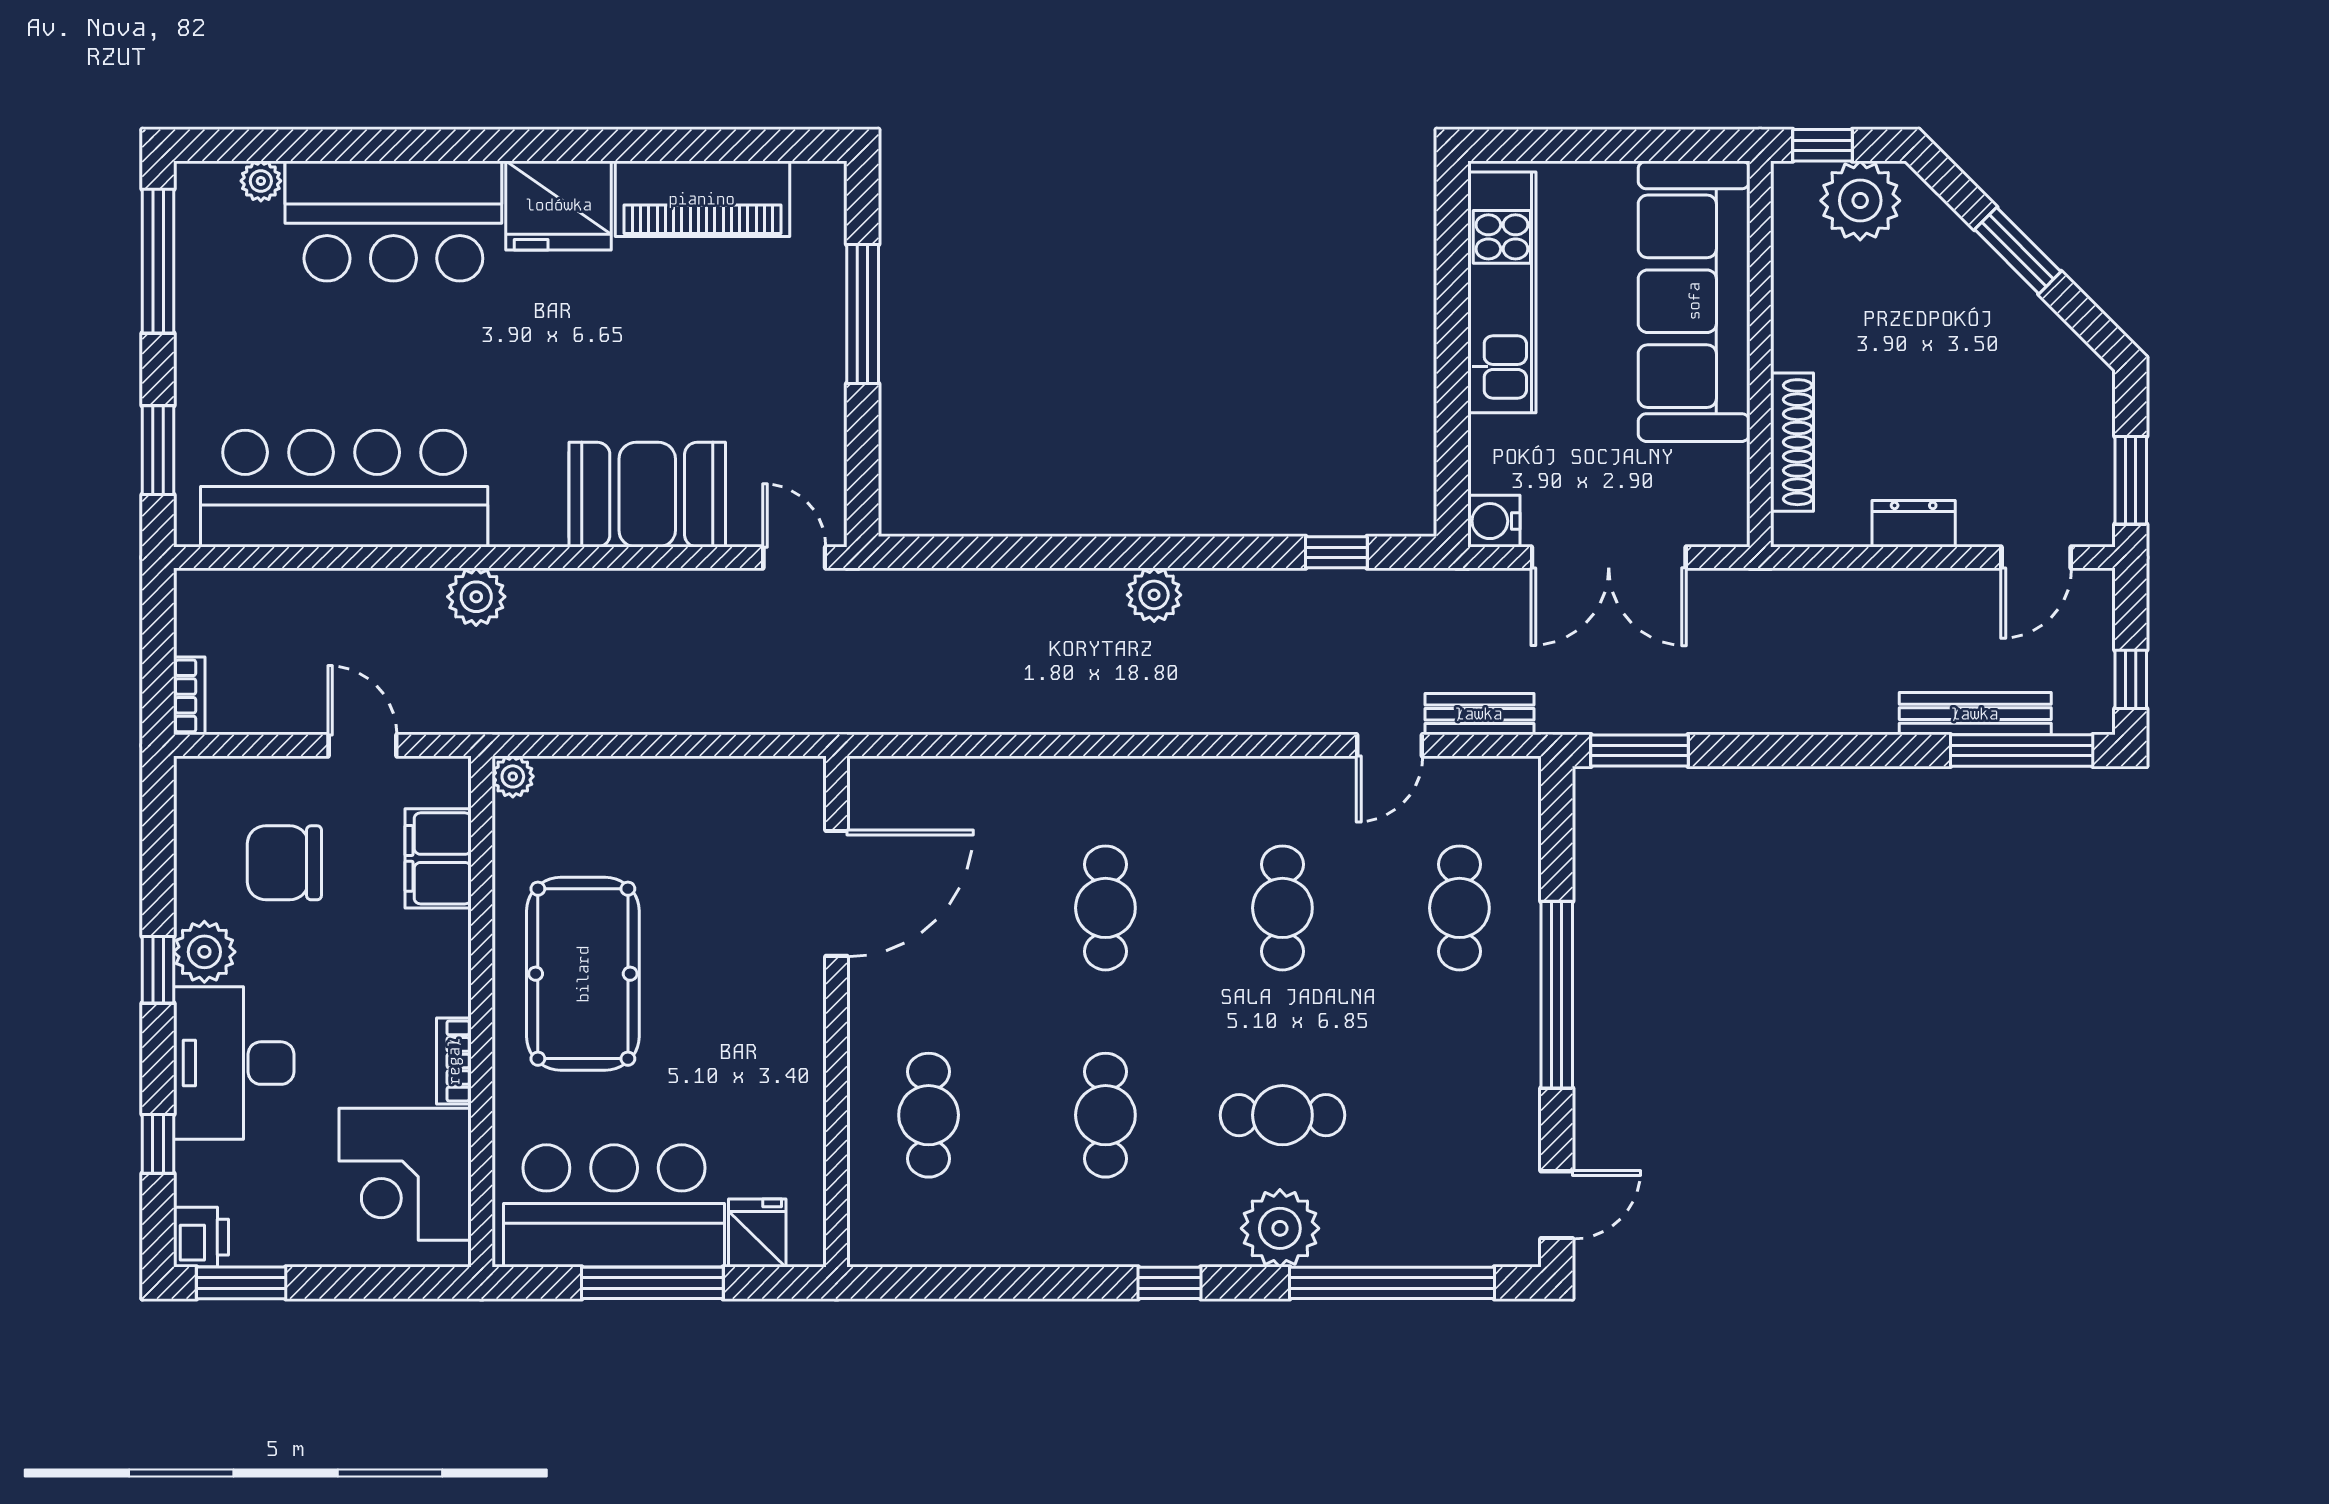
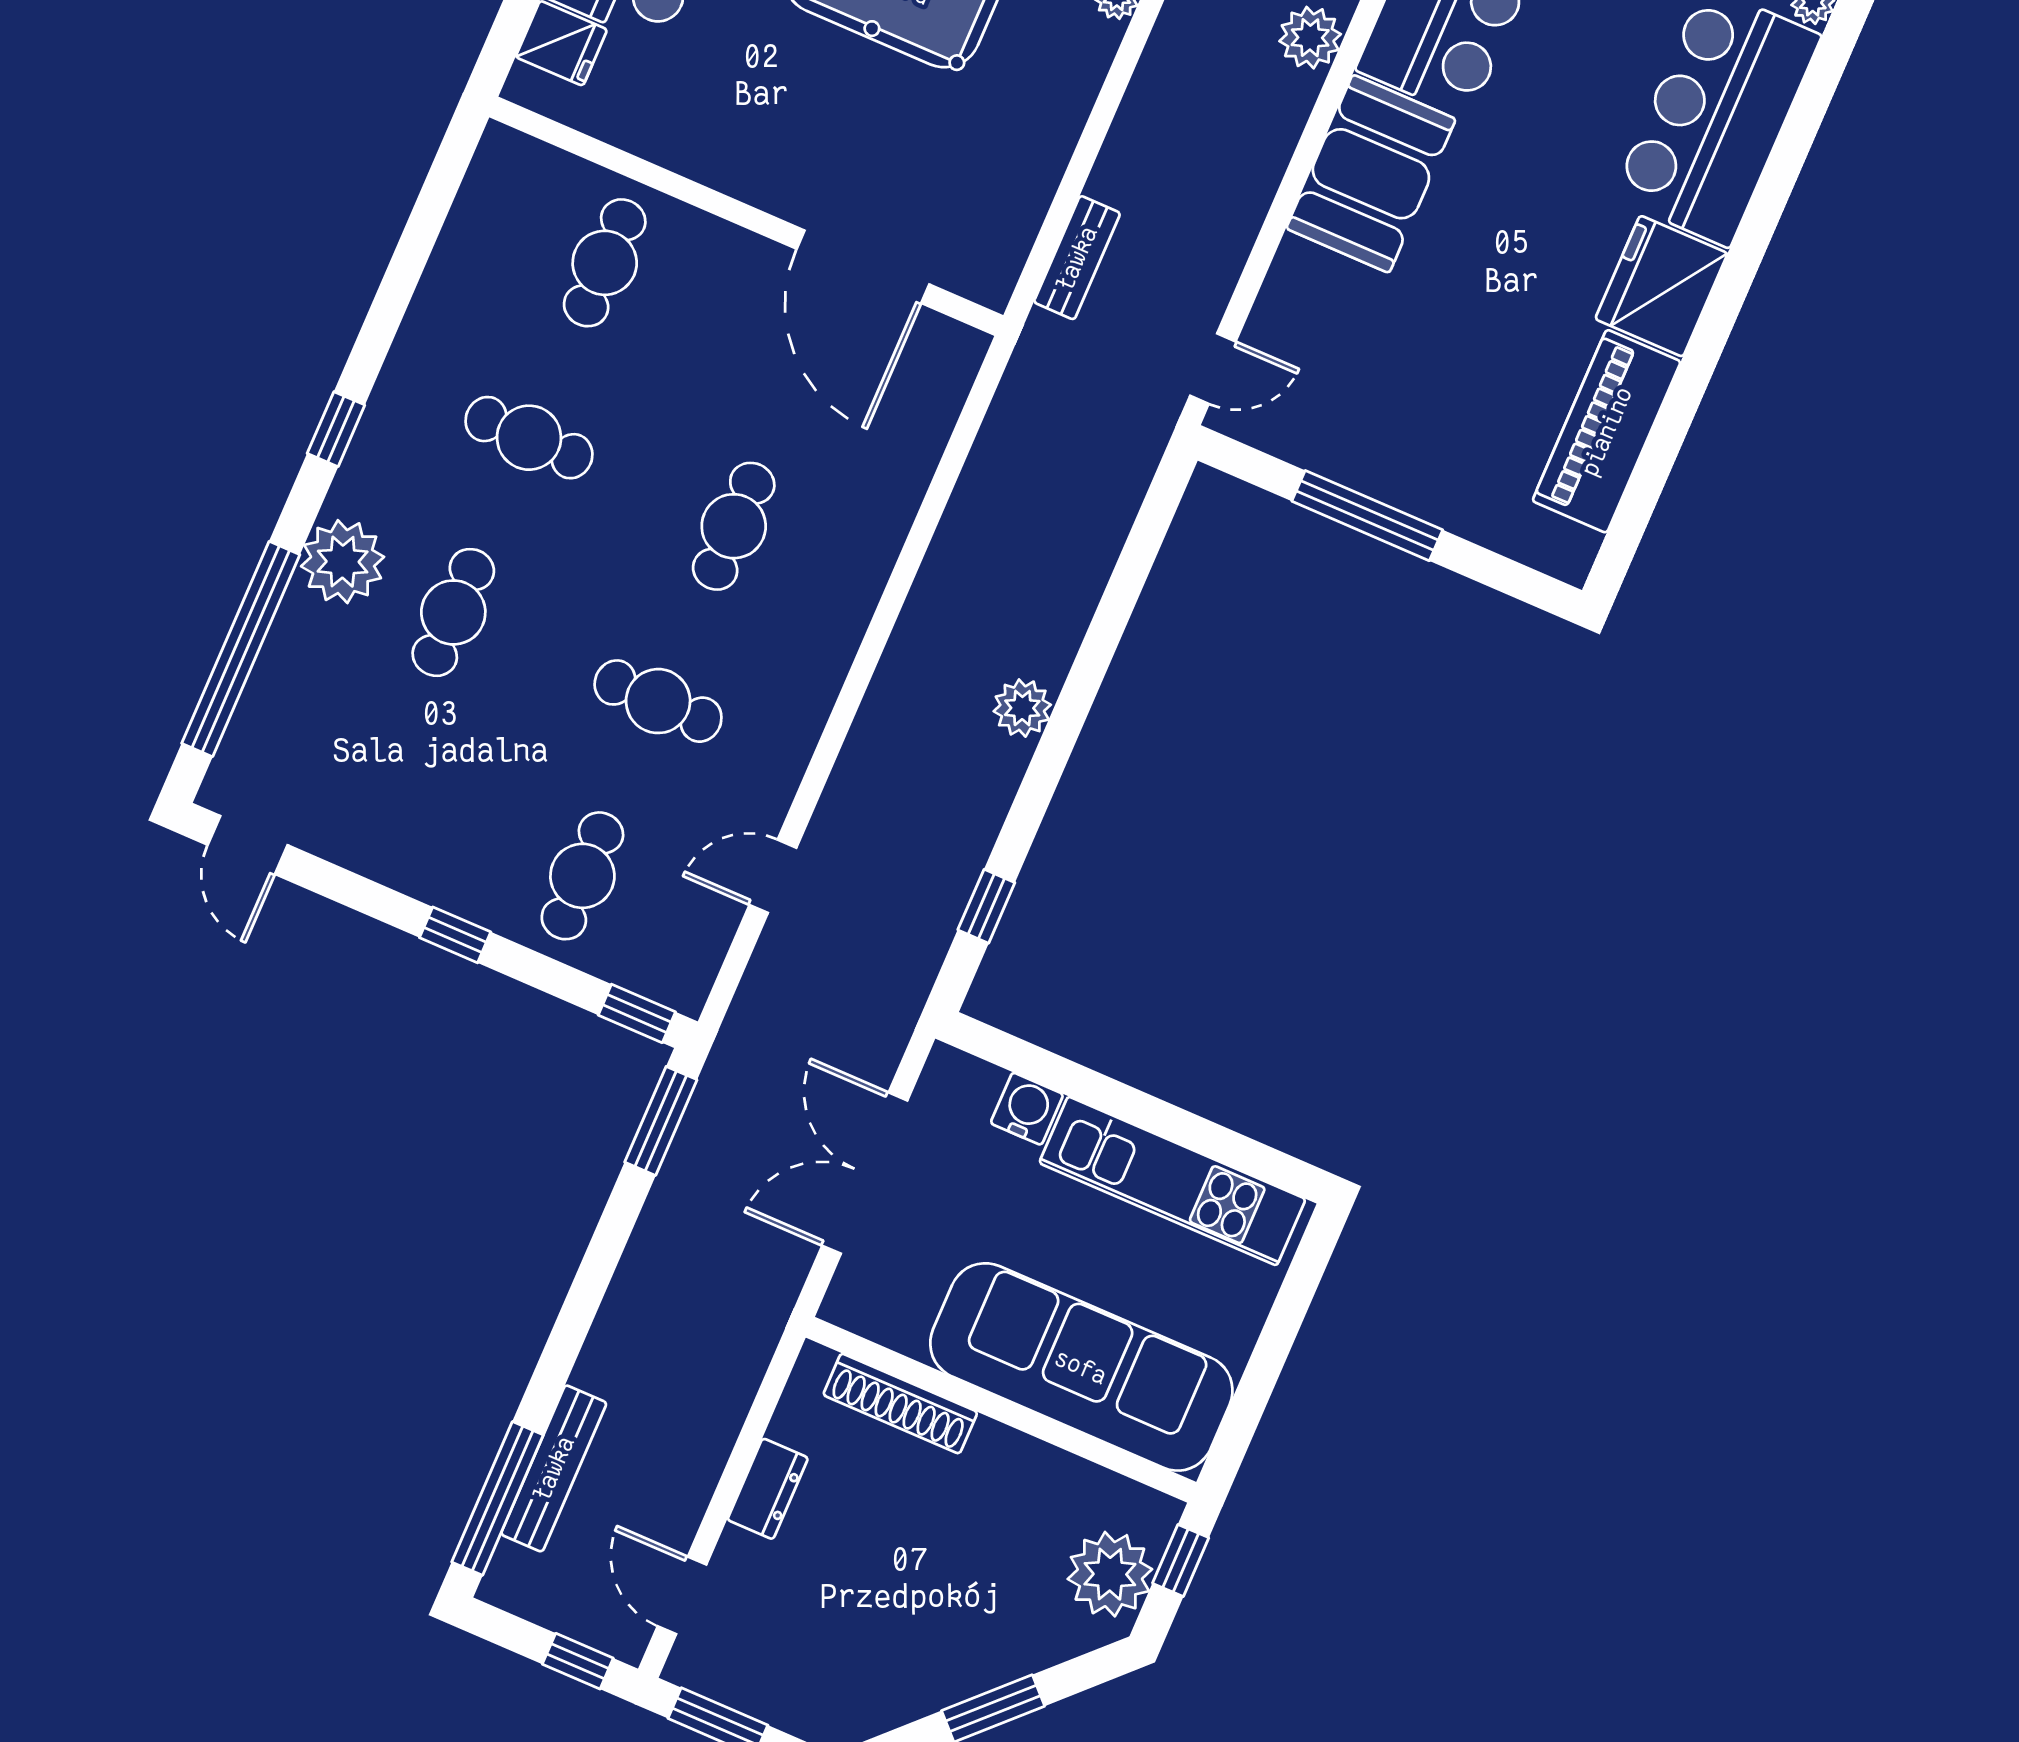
window: (863, 314) -> (1367, 516), moved
booth: (647, 495) -> (1371, 174), moved
water cooler: (1494, 521) -> (1027, 1109), moved
window: (2131, 679) -> (578, 1661), moved
bench: (1479, 714) -> (1077, 258), moved
door: (1390, 745) -> (773, 876), hinge flipped
window: (1557, 811) -> (637, 1013), added
cafe table: (1105, 908) -> (734, 526), turned 90
cafe table: (1459, 908) -> (582, 876), turned 90
window: (1557, 995) -> (455, 935), width x0.32
cafe table: (929, 1115) -> (605, 263), turned 90

